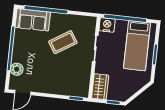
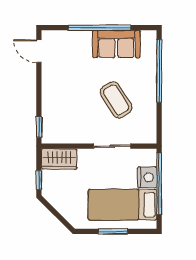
sofa: (33, 20) -> (116, 44), moved, turned -90
nightstand: (107, 25) -> (147, 177), moved
plant: (17, 69) -> (71, 39), removed

